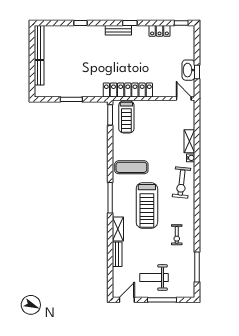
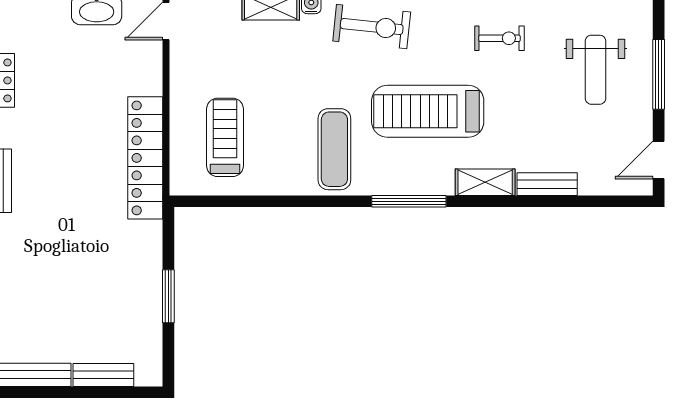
window: (110, 115) -> (206, 201), removed
treadmill: (126, 117) -> (225, 137), moved, turned -90
treadmill: (147, 205) -> (428, 111), turned 180
weight bench: (154, 278) -> (595, 70), moved
door: (127, 300) -> (659, 160), hinge flipped

